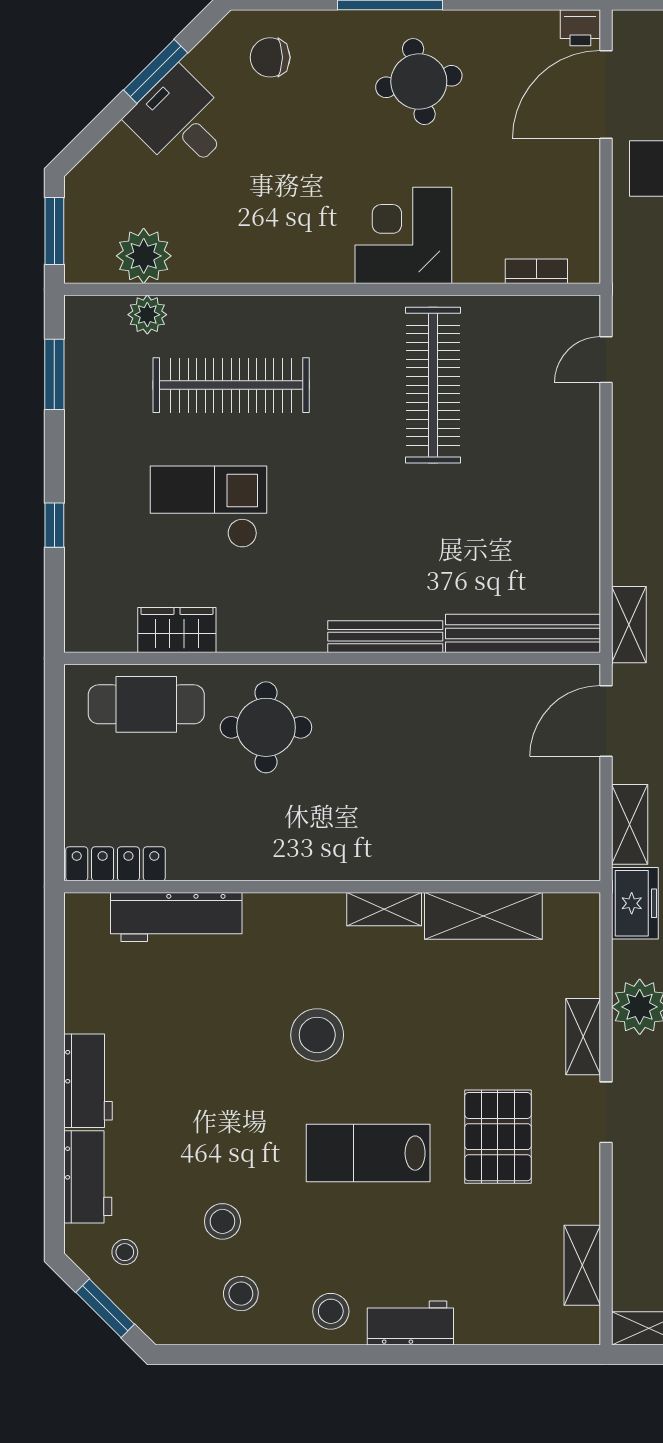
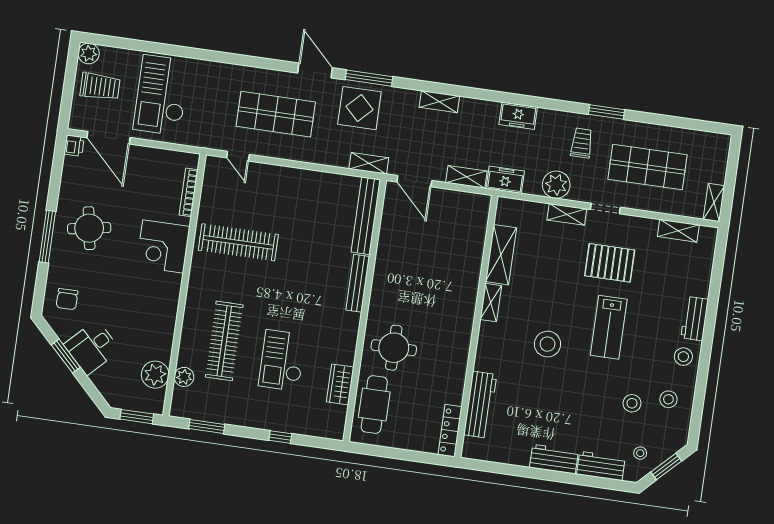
bookcase: (536, 271) -> (189, 192), width x1.56

